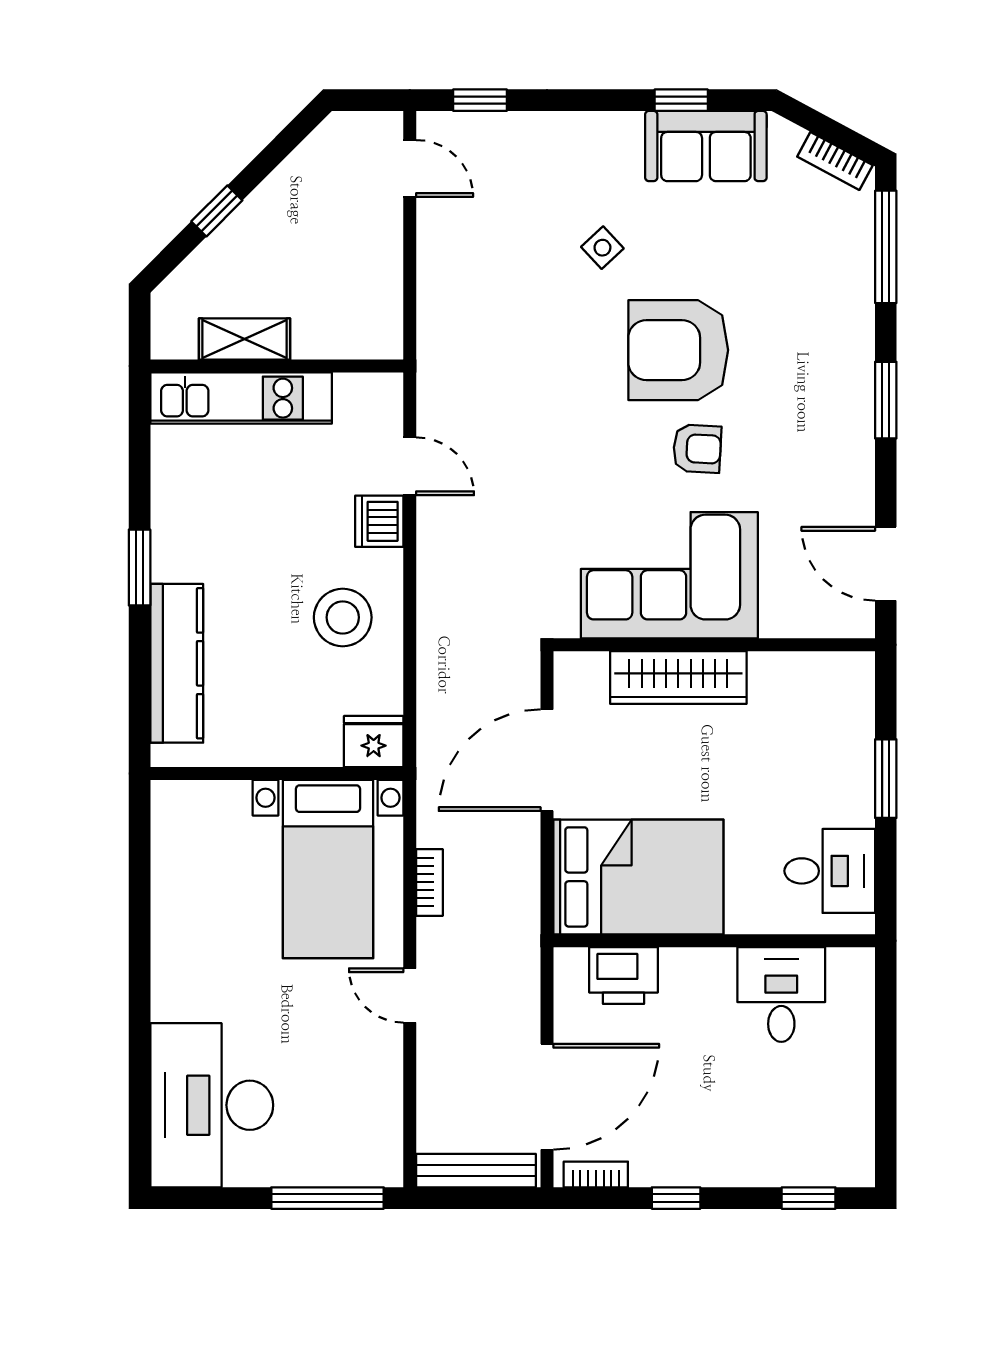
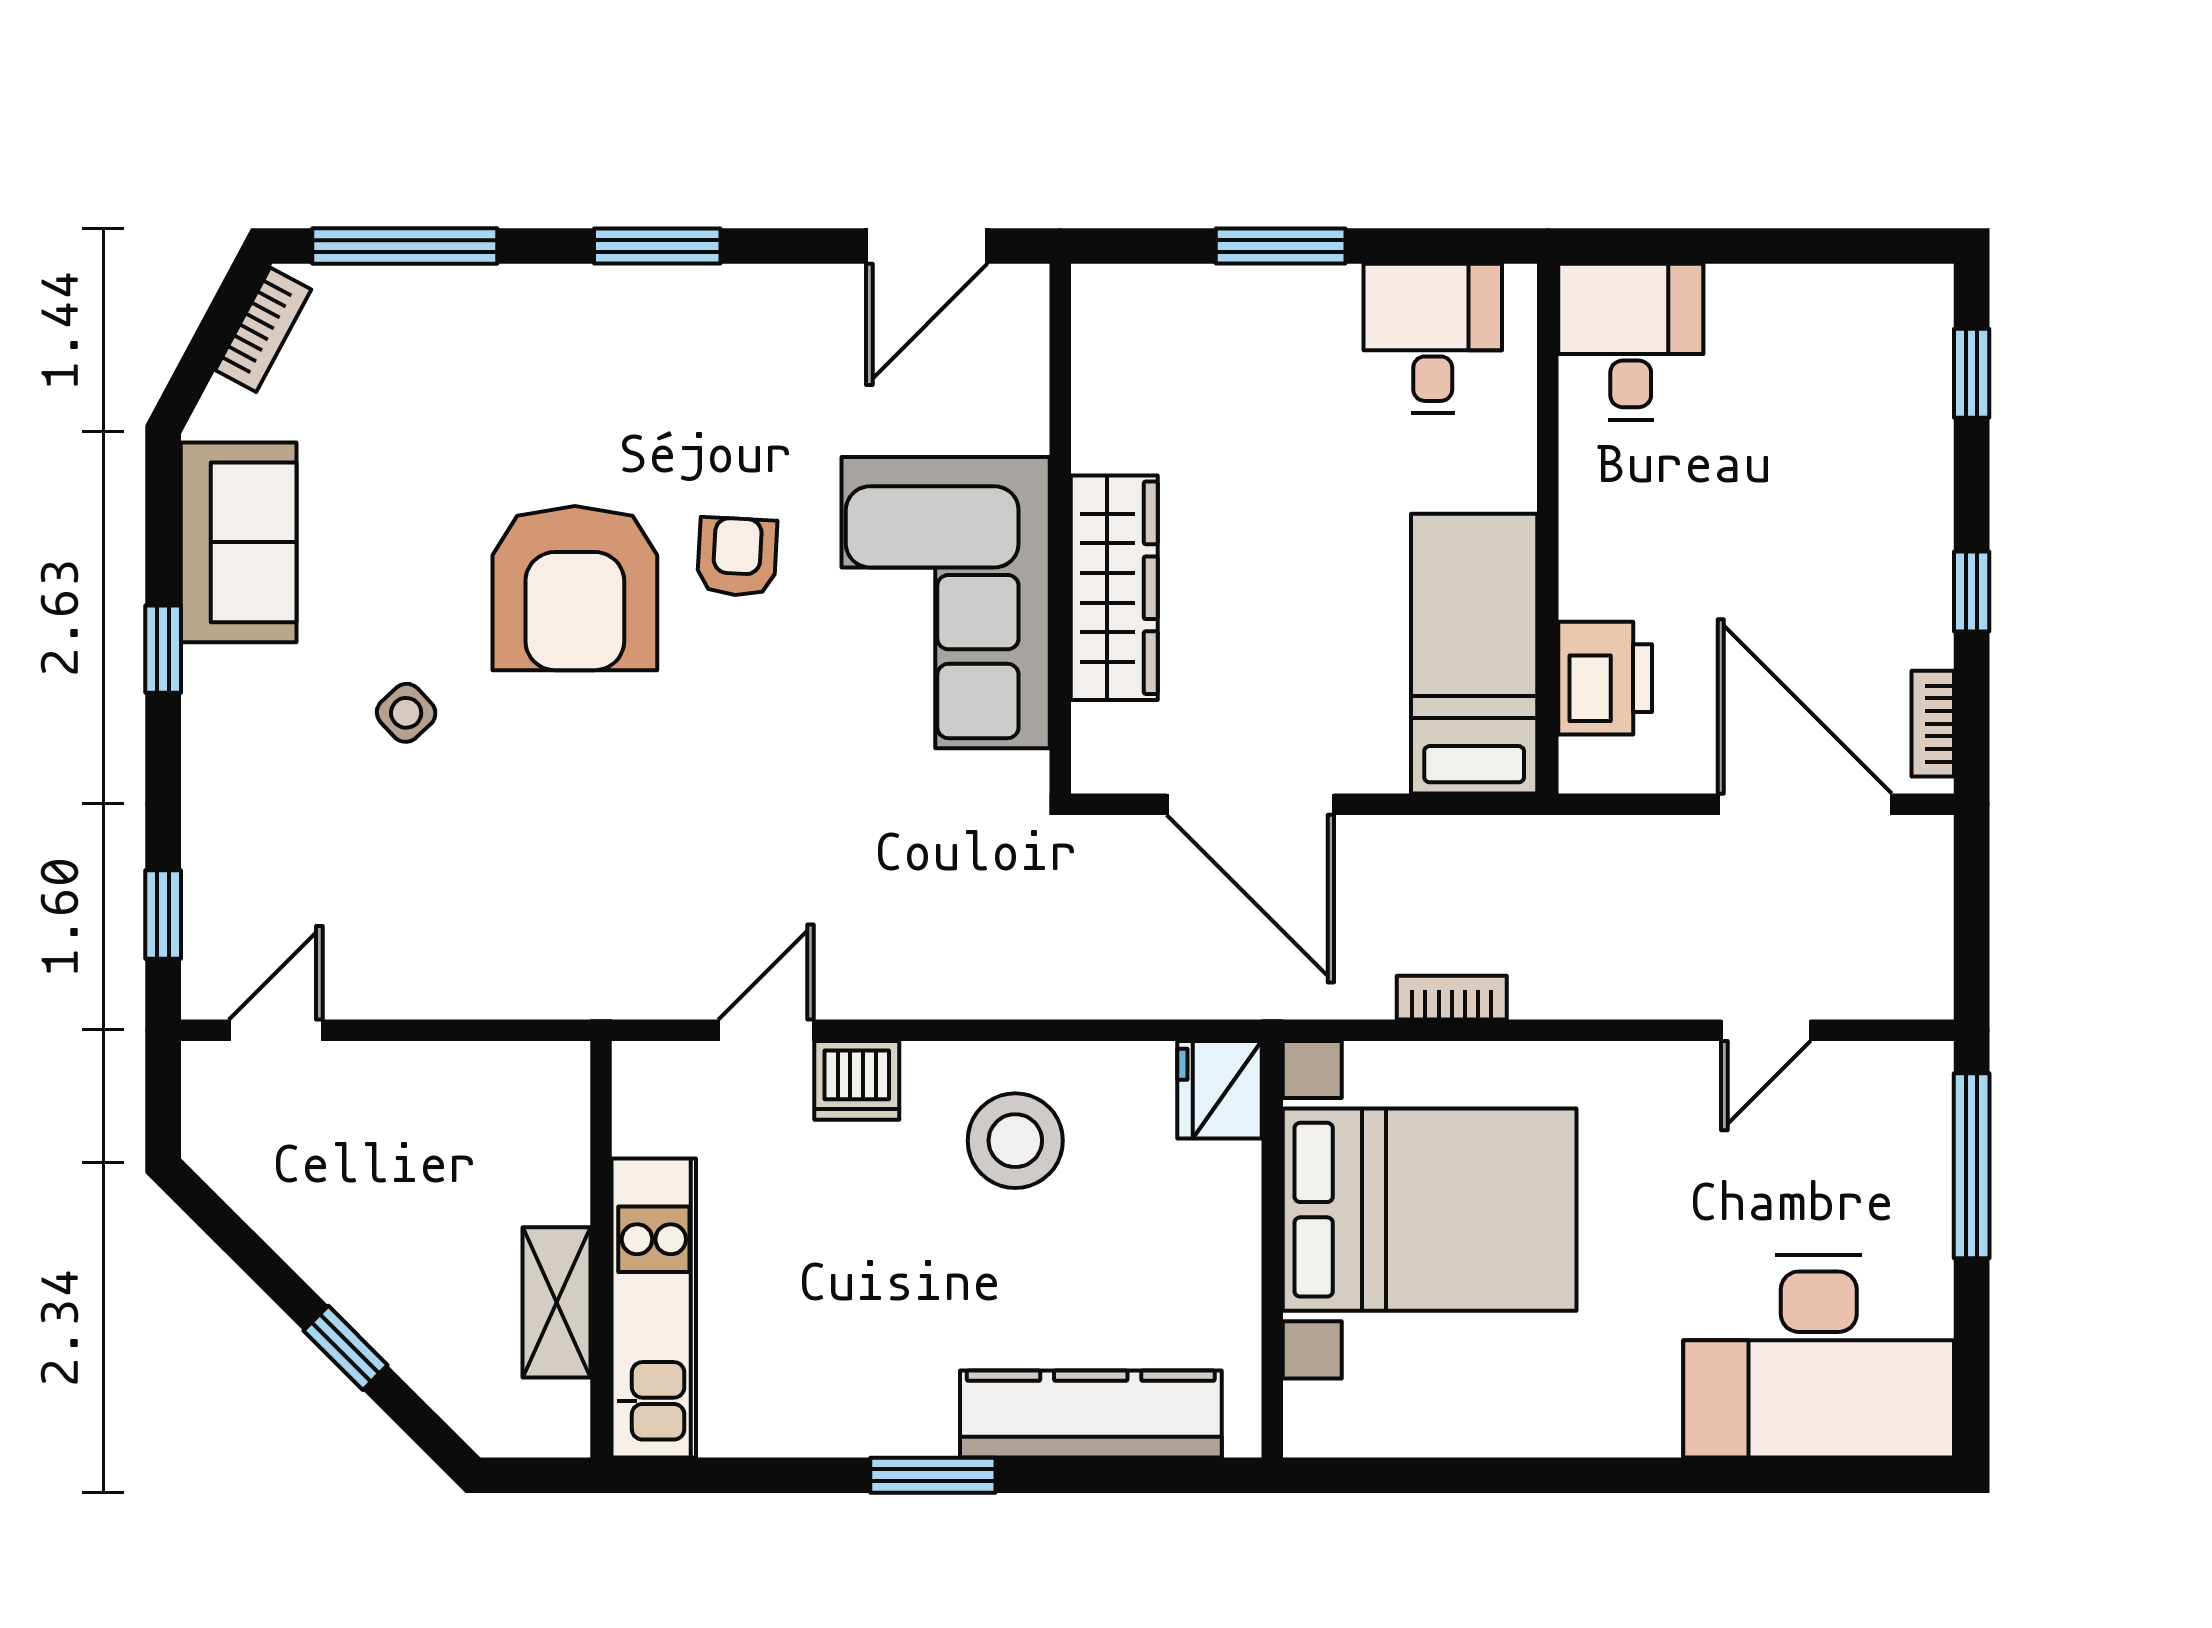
window: (681, 100) -> (163, 649), moved
bed with nightstands: (328, 869) -> (1430, 1210), width x1.36
bed: (638, 877) -> (1474, 654), width x0.67
door: (410, 995) -> (1766, 1030), moved
desk: (781, 995) -> (1631, 342), moved, turned 90
bench: (476, 1171) -> (1926, 921), removed

